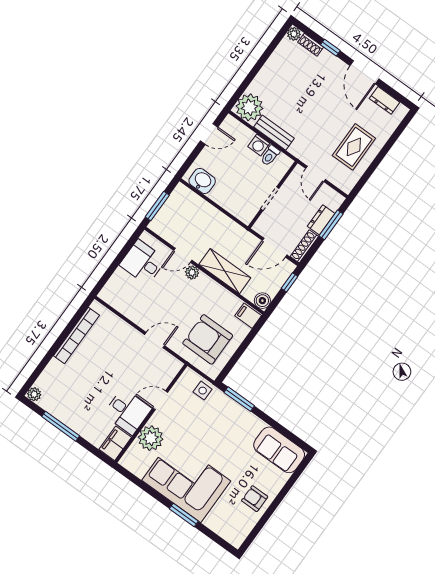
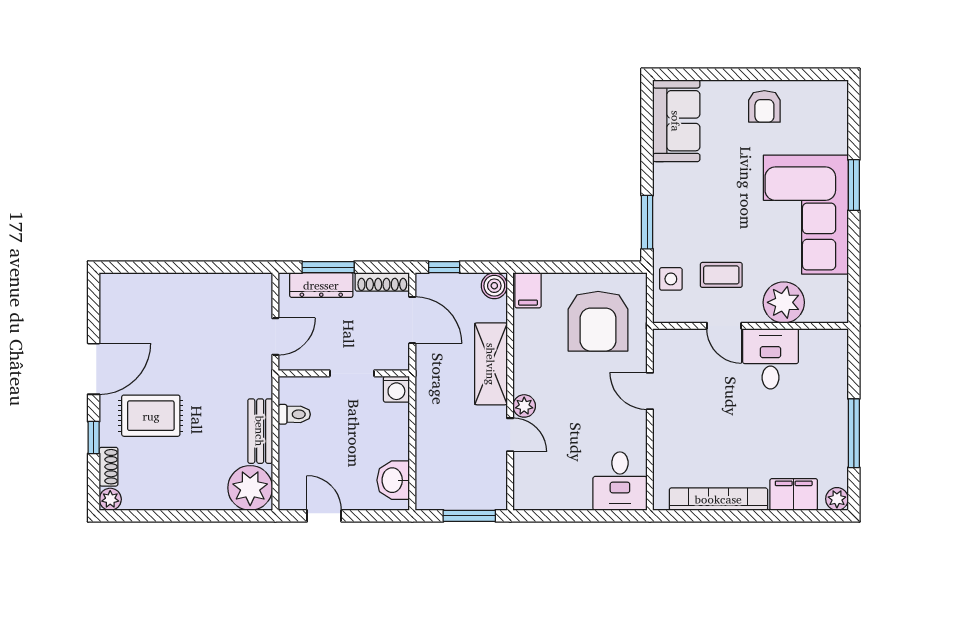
dresser: (385, 100) -> (112, 315), removed
washing machine: (259, 145) -> (396, 389), moved, turned 90
rug: (354, 147) -> (151, 416), moved
dresser: (321, 220) -> (321, 285), width x1.44
desk: (143, 262) -> (620, 481), moved
coffee table: (187, 417) -> (721, 275), added
filing cabinet: (115, 443) -> (794, 494), moved, turned 180

